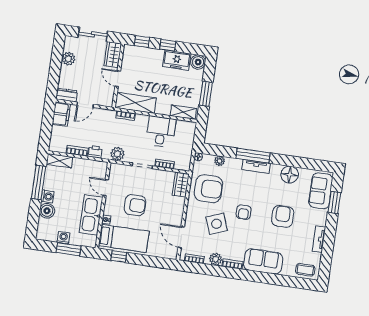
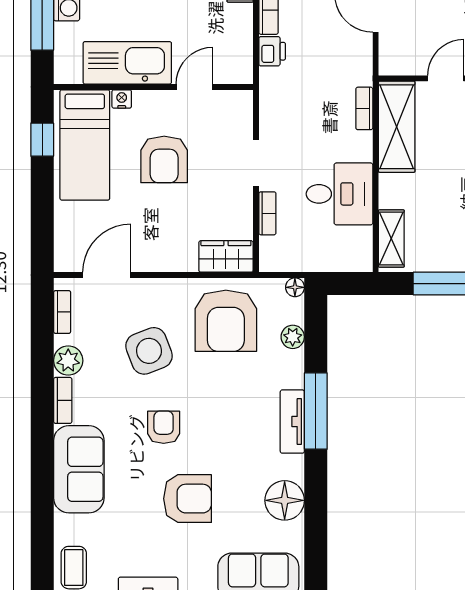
plant: (117, 154) -> (275, 103), removed
armchair: (244, 212) -> (164, 427), moved, turned 90

